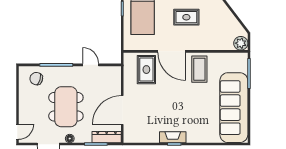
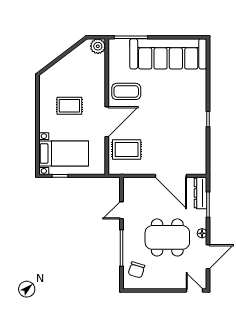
rug: (186, 17) -> (69, 106), turned 90
fireplace: (173, 137) -> (201, 121), removed

